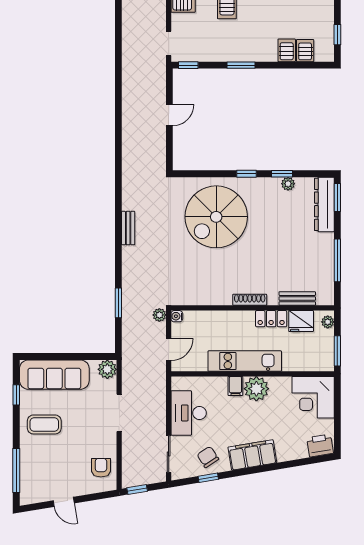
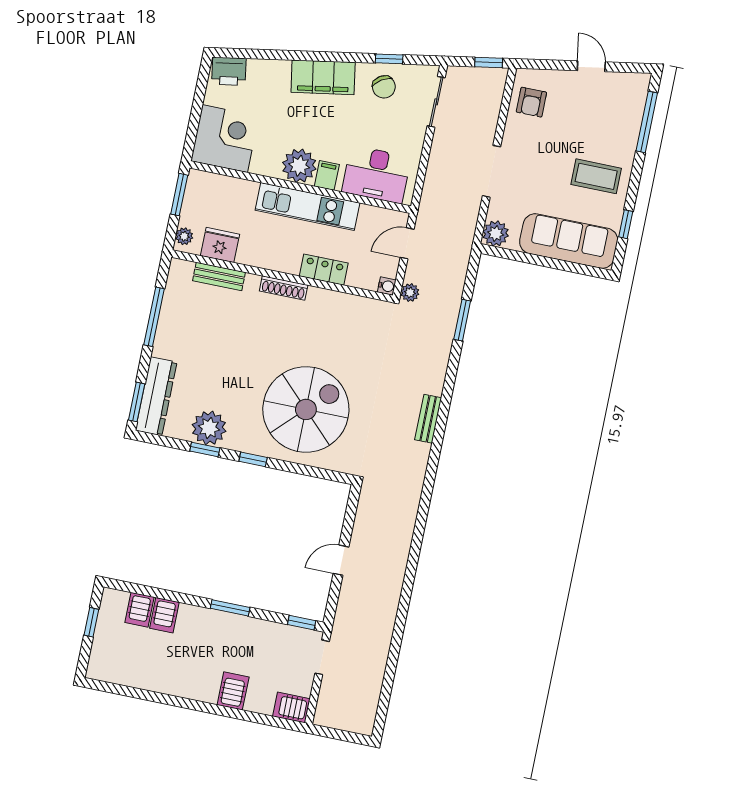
plant: (288, 184) -> (209, 428), width x1.88, depth x1.88
locker: (271, 319) -> (324, 270), moved
desk: (189, 413) -> (376, 174), moved, turned 90

